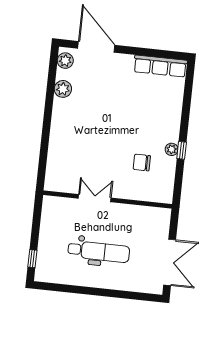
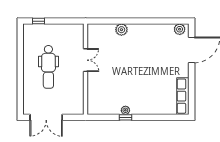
plant: (63, 89) -> (121, 30), moved
chair: (142, 163) -> (114, 90), removed

